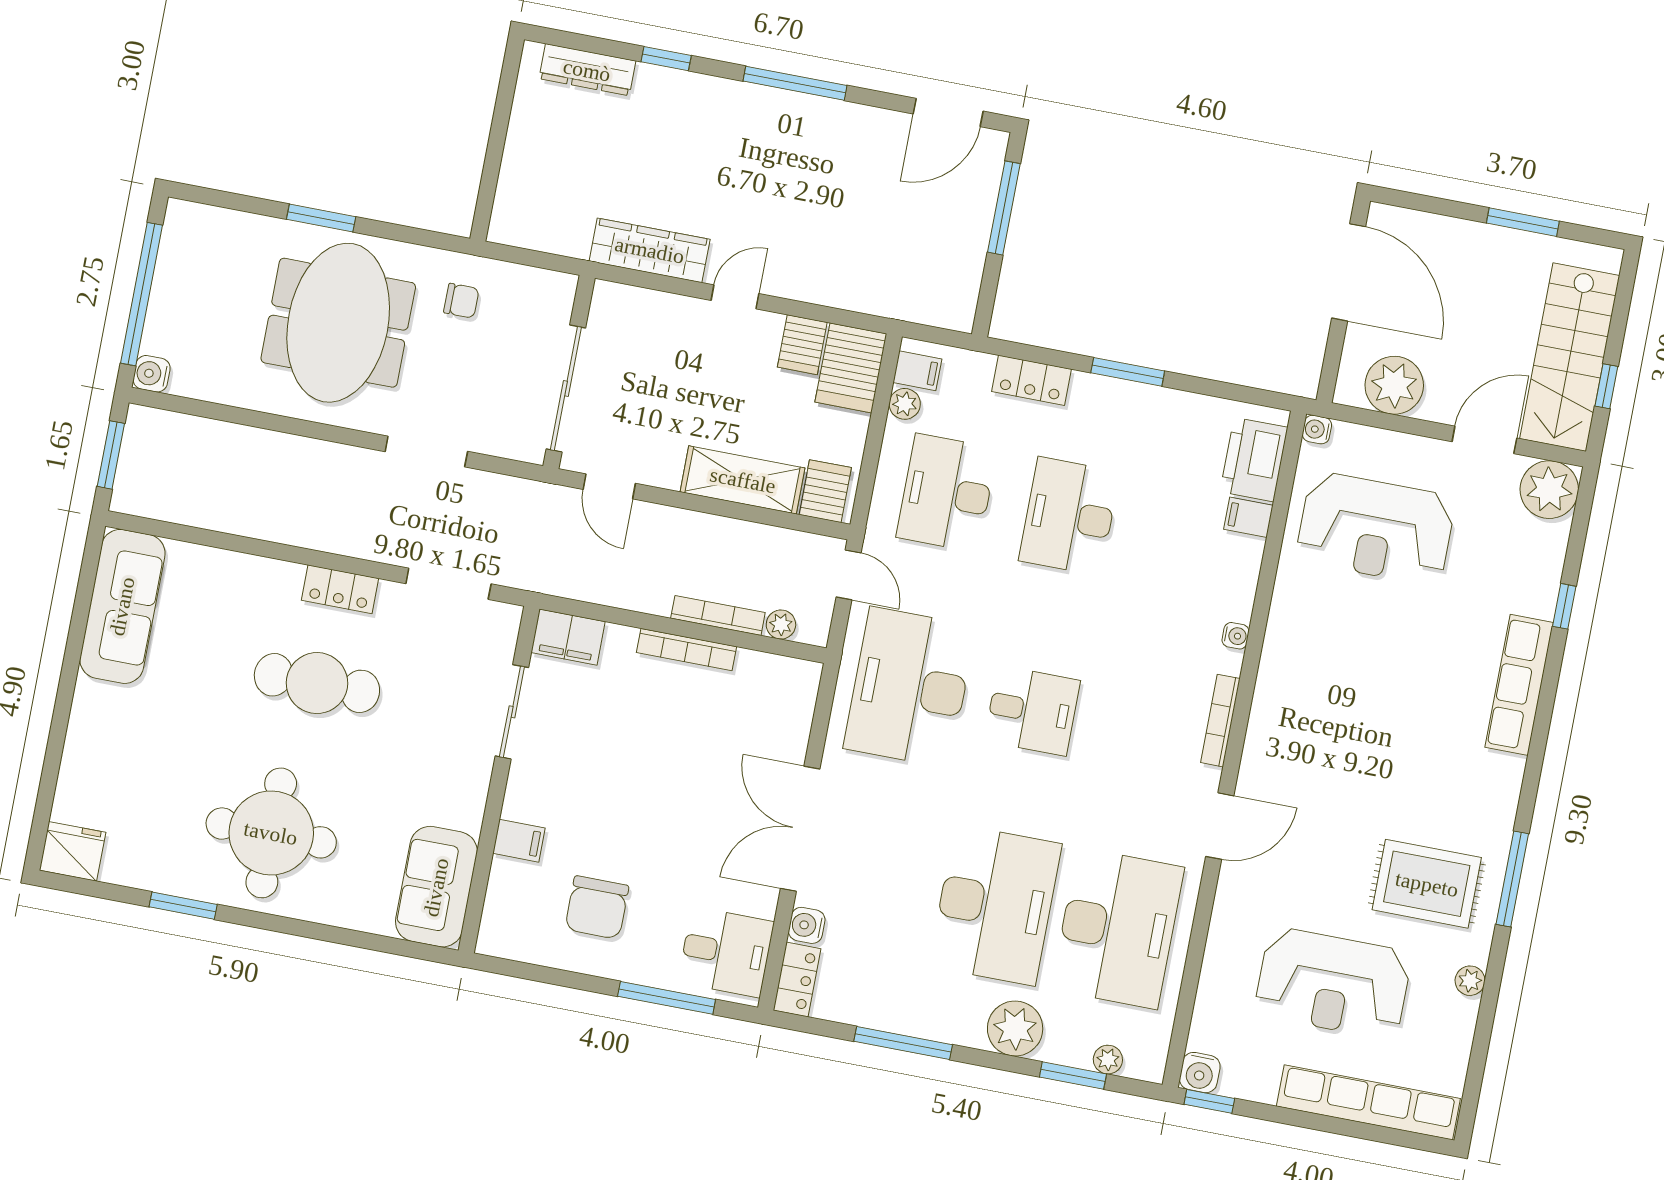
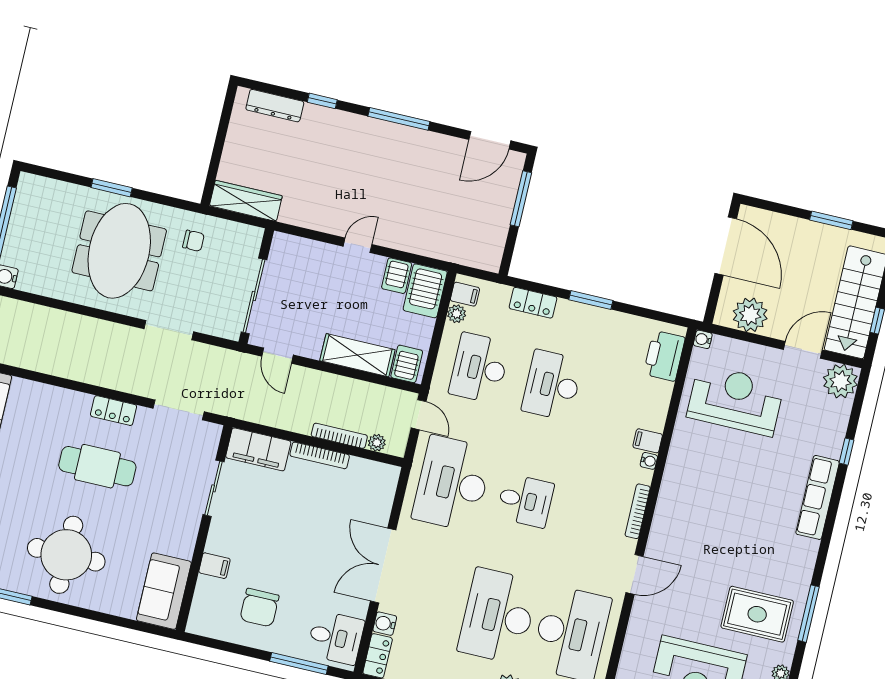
wardrobe: (650, 250) -> (246, 201), moved
filing cabinet: (1248, 517) -> (648, 441), moved
reception desk: (1376, 529) -> (735, 400), turned 180
filing cabinet: (568, 637) -> (258, 449), width x1.50, depth x1.17
desk: (995, 905) -> (498, 616), turned 180

